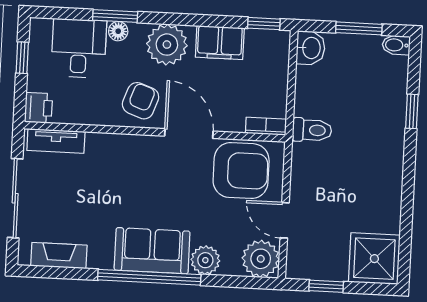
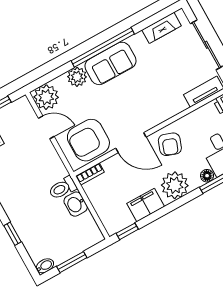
washbasin: (311, 48) -> (76, 204), moved

